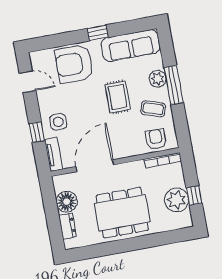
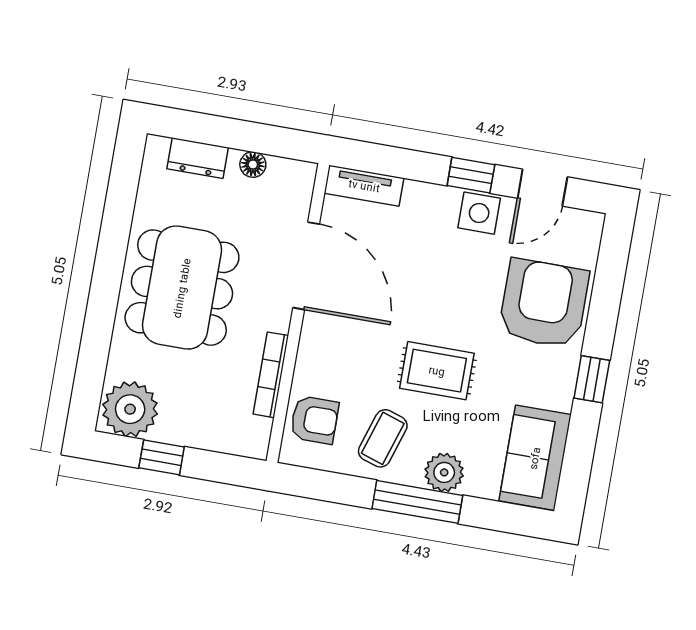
sofa: (131, 46) -> (535, 458), width x0.73
side table: (58, 122) -> (479, 213), moved
window: (37, 132) -> (471, 175), moved
bookcase: (163, 160) -> (271, 375), moved
plant: (176, 200) -> (130, 409), moved
floor lamp: (67, 202) -> (253, 165), width x0.53, depth x0.53

